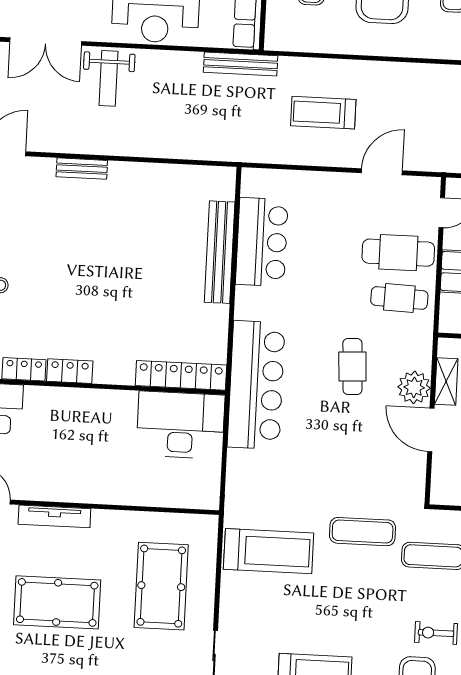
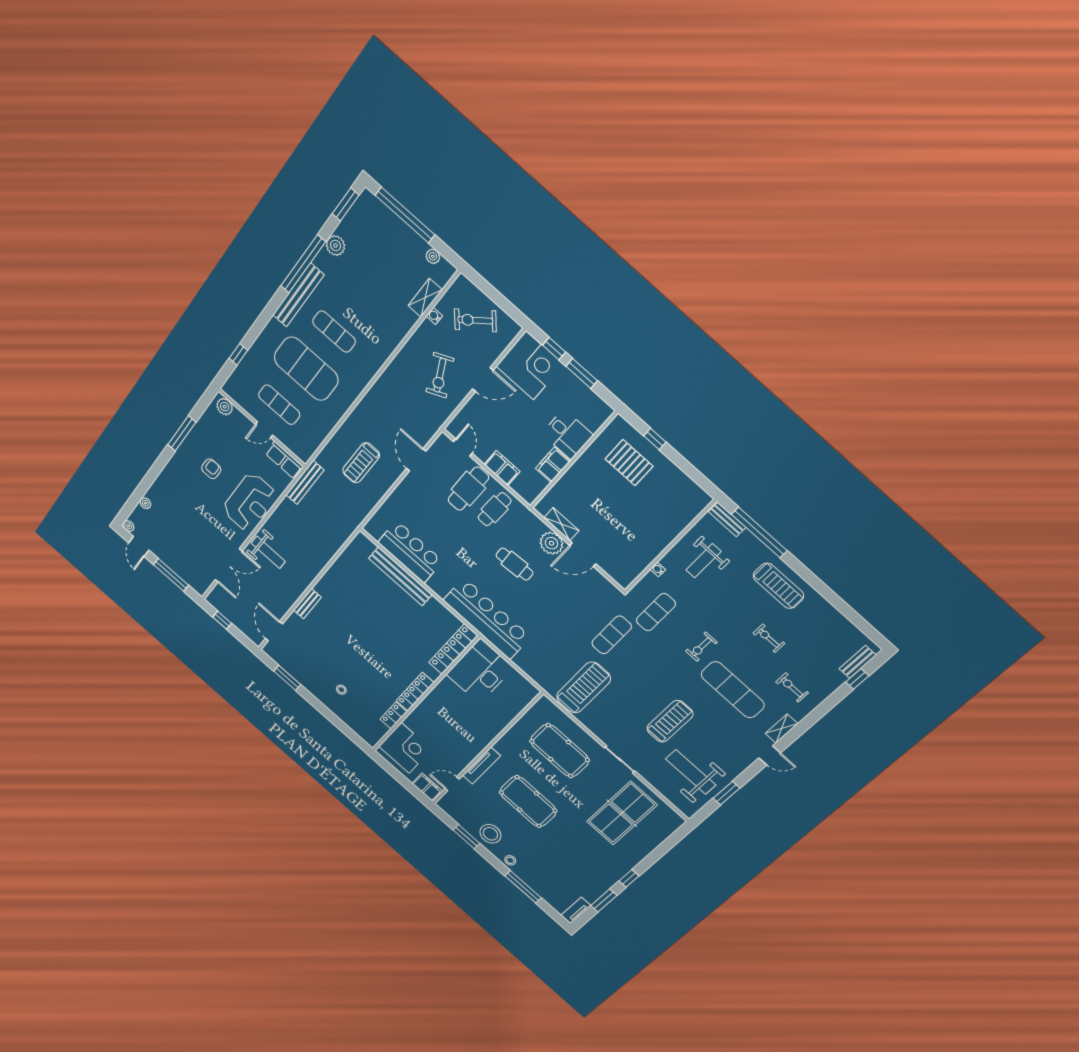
locker: (70, 371) -> (415, 692), width x1.53
pool table: (57, 602) -> (528, 802), turned 90

